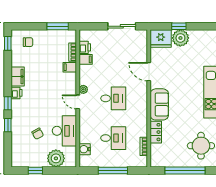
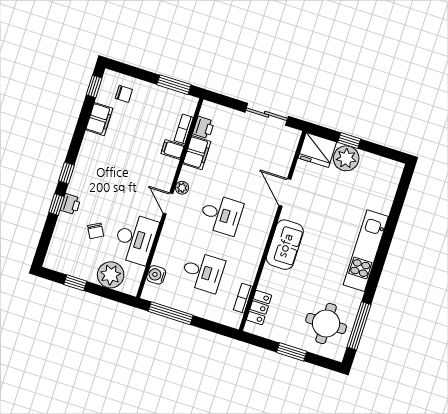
filing cabinet: (86, 59) -> (197, 153), width x2.00
filing cabinet: (18, 77) -> (99, 119), moved
printer: (17, 93) -> (70, 204), moved
locker: (156, 132) -> (259, 308), moved
window: (113, 170) -> (171, 313), moved
window: (185, 170) -> (292, 352), width x0.47

